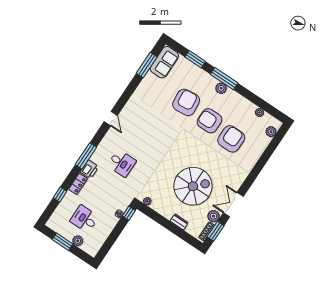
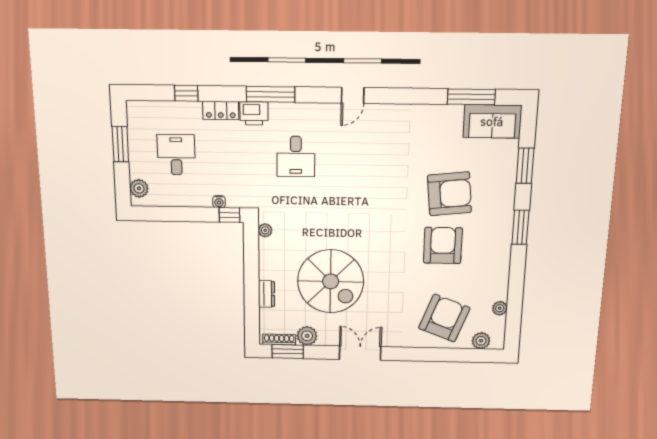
window: (224, 79) -> (520, 227), width x0.69
plant: (221, 88) -> (503, 232), removed
armchair: (231, 139) -> (444, 318), moved, turned -69
double door: (233, 205) -> (360, 353), moved
plant: (78, 241) -> (139, 188), moved

